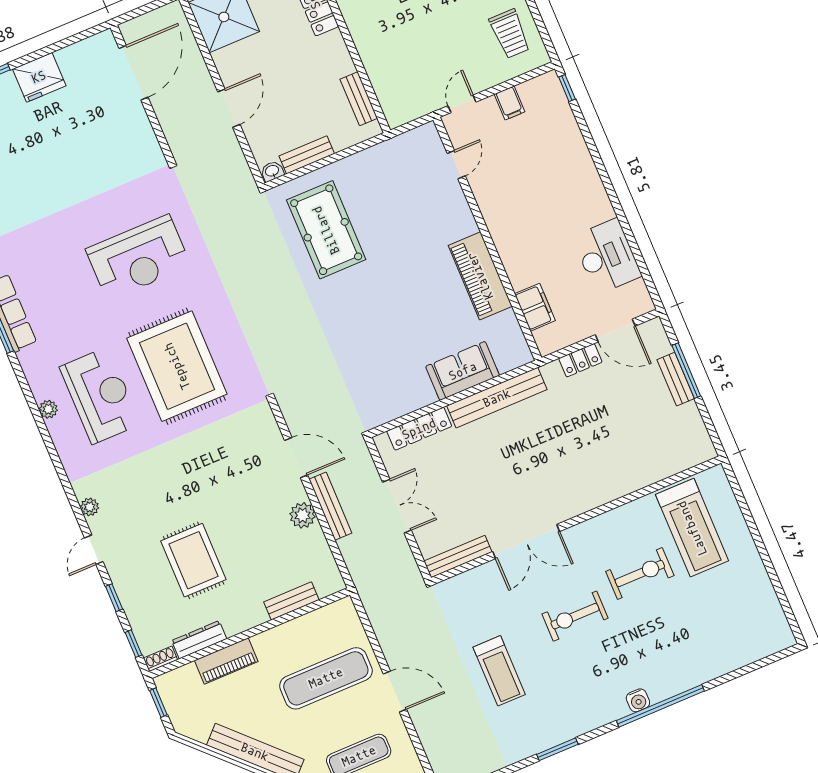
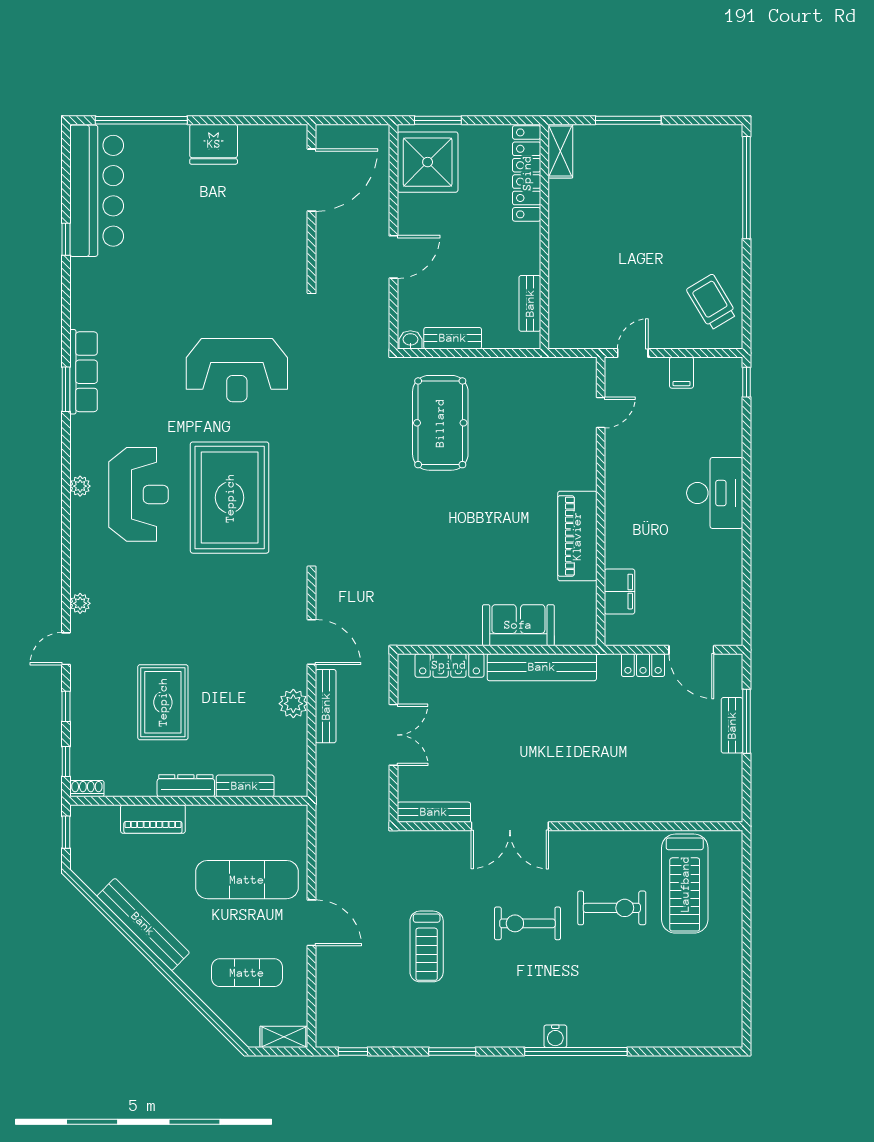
trolley: (510, 34) -> (712, 302), turned 149
desk: (607, 256) -> (715, 493), moved
dresser: (199, 640) -> (186, 786), moved

